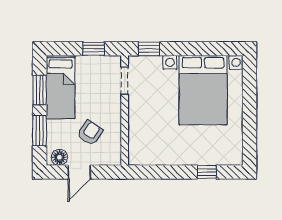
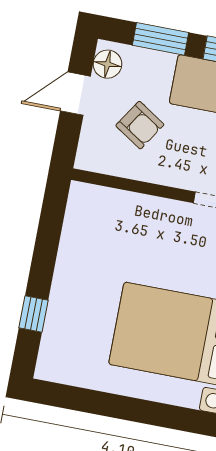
door: (79, 172) -> (75, 94), hinge flipped

